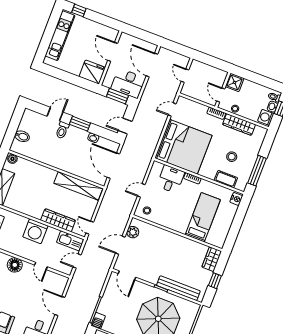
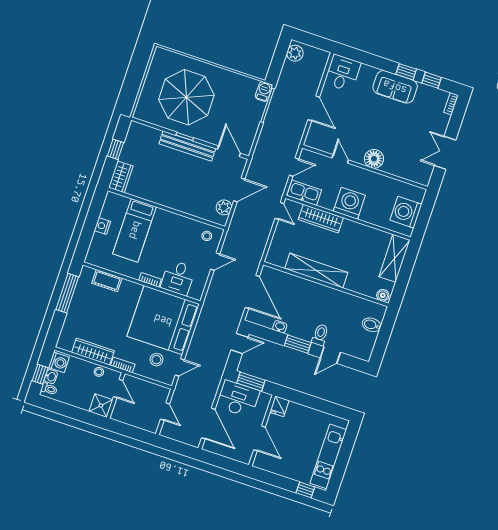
fridge: (92, 72) -> (279, 406), width x0.53, depth x0.75
stool: (232, 157) -> (156, 360), moved
shelving: (78, 186) -> (316, 271), moved
nightstand: (236, 199) -> (102, 226), moved
bench: (178, 288) -> (187, 146), moved

